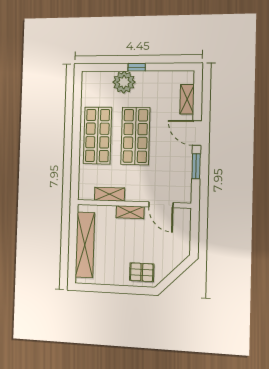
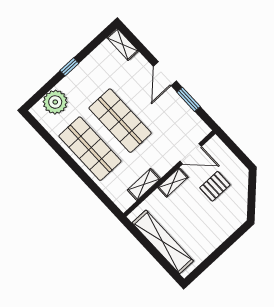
plant: (124, 82) -> (55, 102), moved
shelving: (187, 99) -> (123, 44), moved
door: (197, 133) -> (165, 74), hinge flipped
pallet: (142, 272) -> (215, 186), moved

